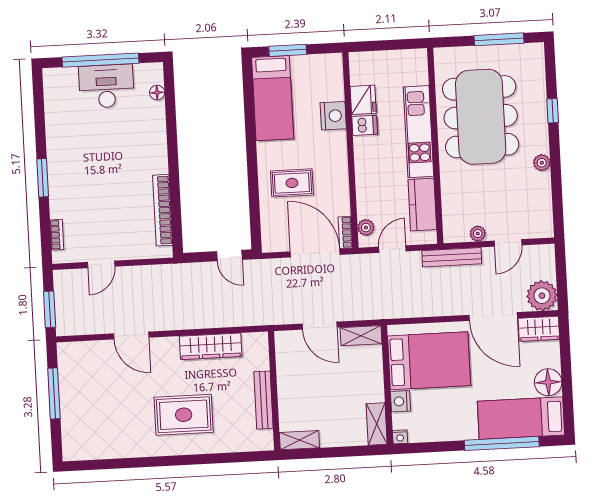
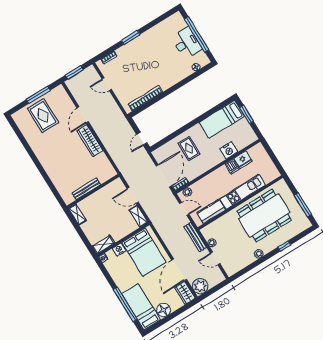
door: (320, 326) -> (133, 195), hinge flipped
wardrobe: (211, 346) -> (90, 141), moved
rug: (184, 415) -> (43, 116), moved

